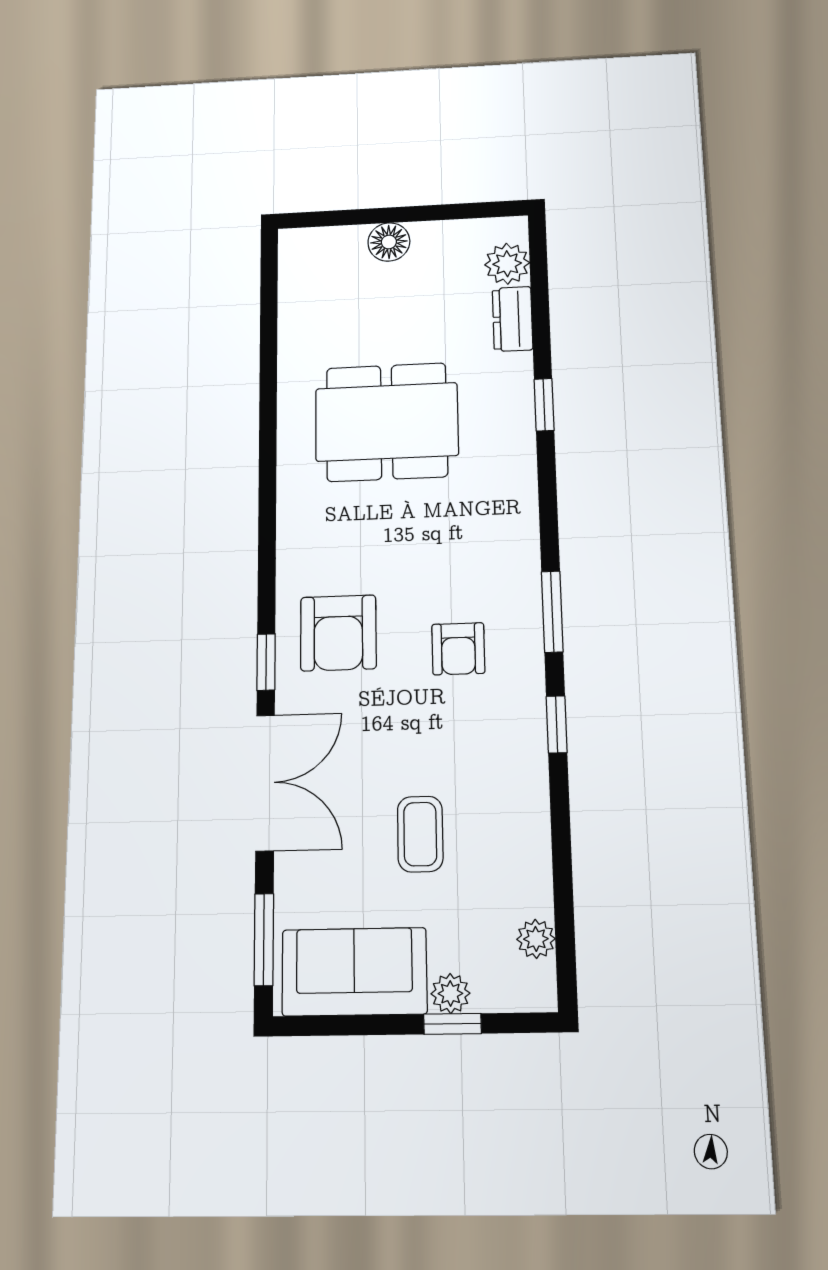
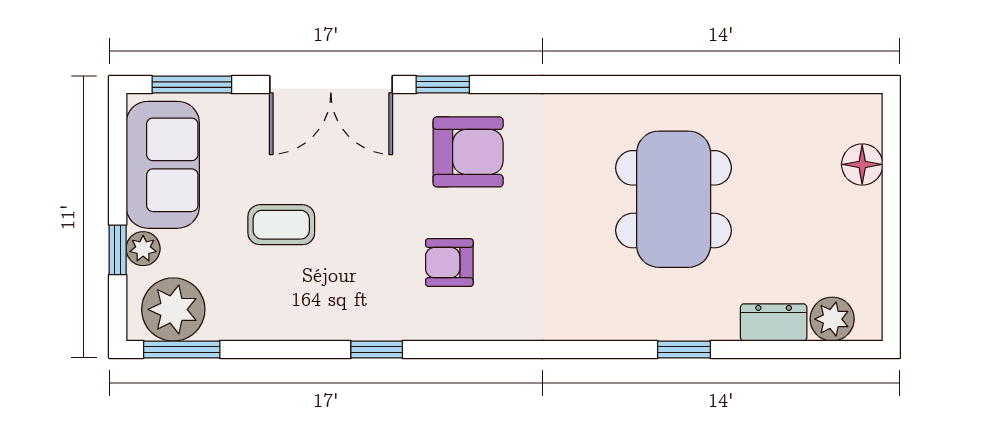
floor lamp: (389, 242) -> (862, 164), moved
window: (552, 612) -> (182, 349), moved
armchair: (338, 633) -> (468, 152), turned 180
plant: (536, 939) -> (173, 309), width x1.87, depth x1.87

